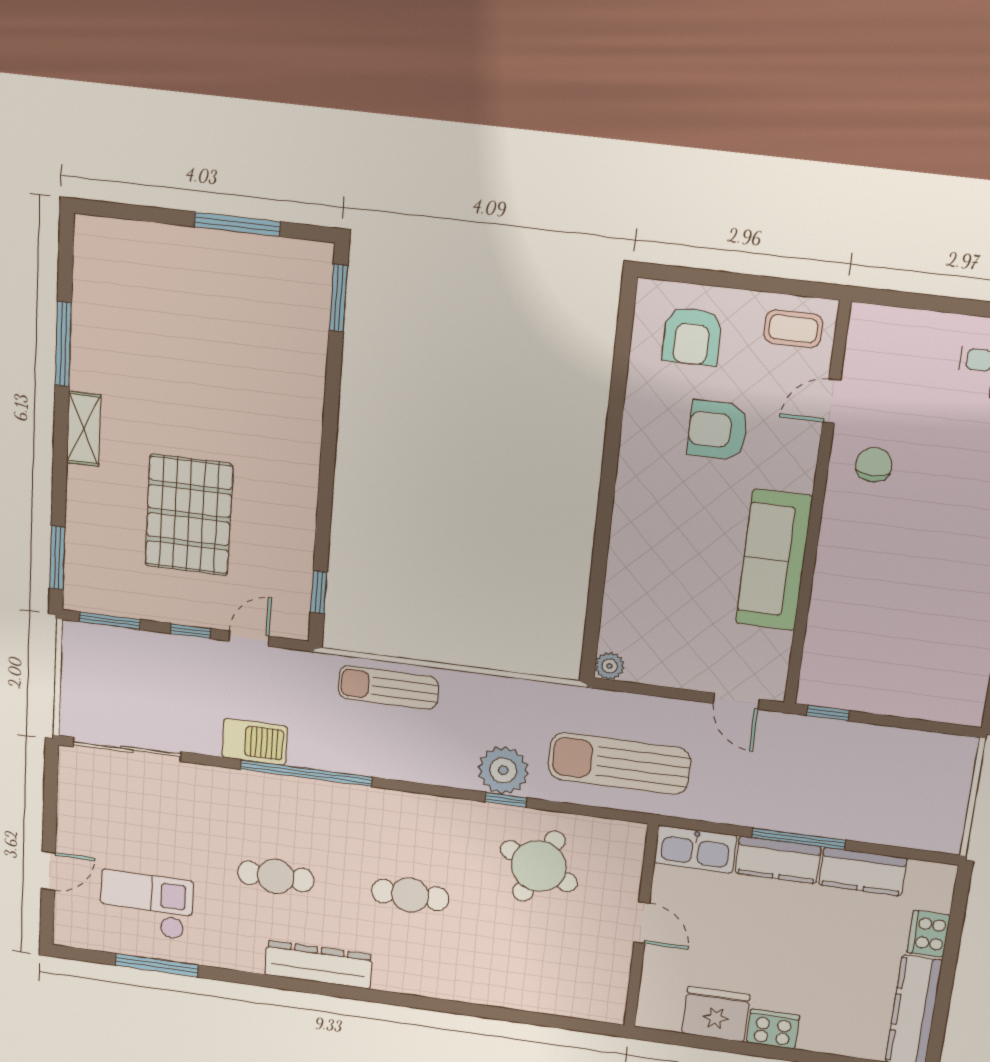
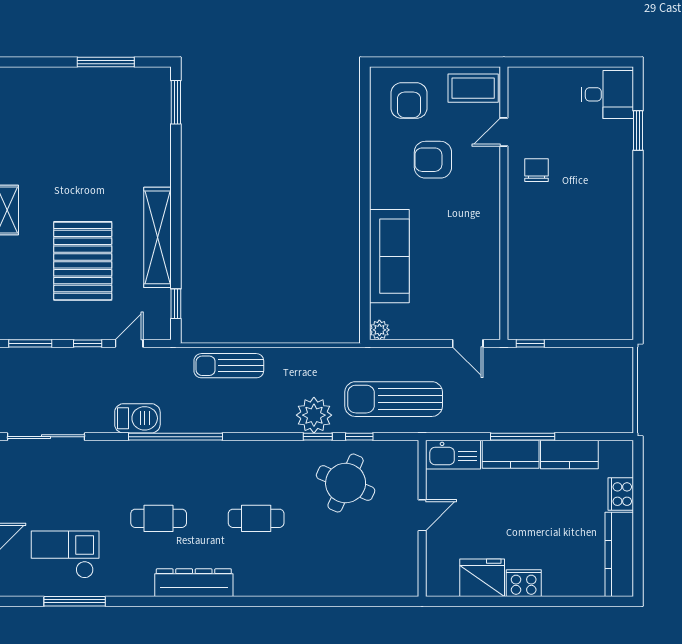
coffee table: (793, 329) -> (473, 88), width x1.36, depth x1.30
shelving: (298, 495) -> (157, 237), added
sofa: (774, 560) -> (389, 256), moved, turned 180
window: (565, 808) -> (359, 437), added
door: (642, 923) -> (422, 515), hinge flipped

